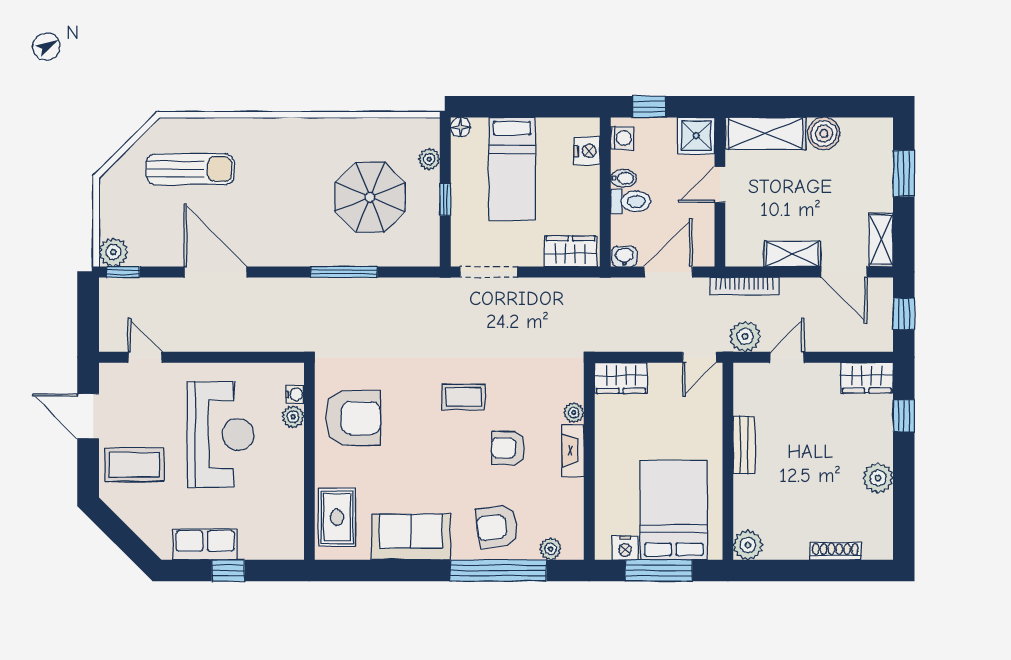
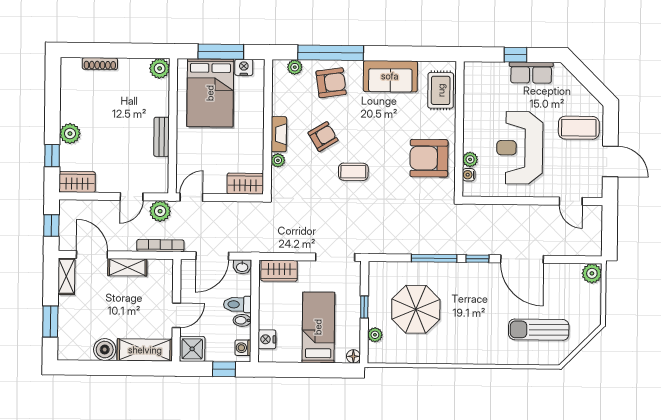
window: (123, 272) -> (477, 259), moved
armchair: (508, 448) -> (323, 137), turned -32
plant: (878, 478) -> (70, 134), moved

